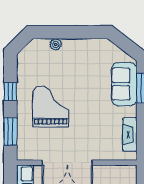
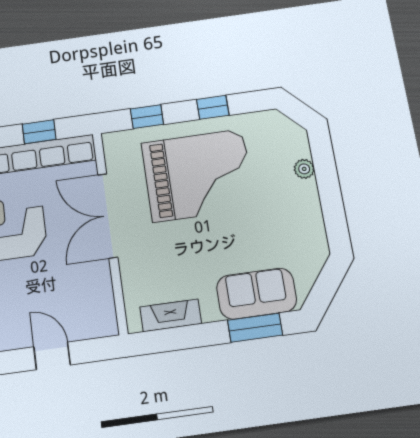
grand piano: (51, 107) -> (198, 175), width x1.37, depth x1.48
window: (10, 131) -> (147, 117), width x0.67

